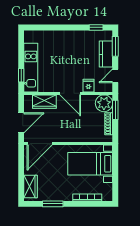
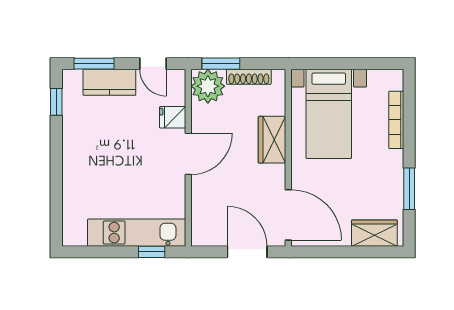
wardrobe: (44, 102) -> (272, 140), moved, turned 180

